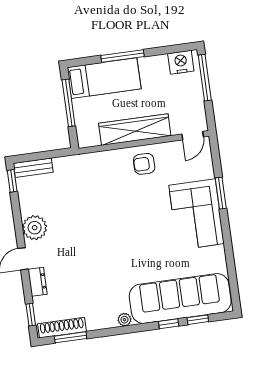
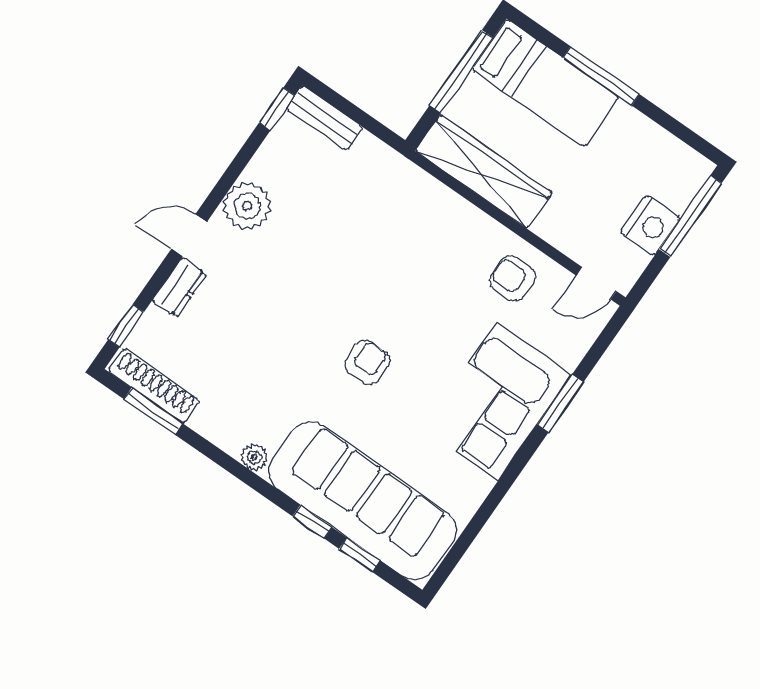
nightstand: (181, 62) -> (650, 225), moved, turned 90
wardrobe: (135, 130) -> (483, 172), moved
armchair: (144, 164) -> (513, 278), moved
armchair: (134, 245) -> (367, 363), added

